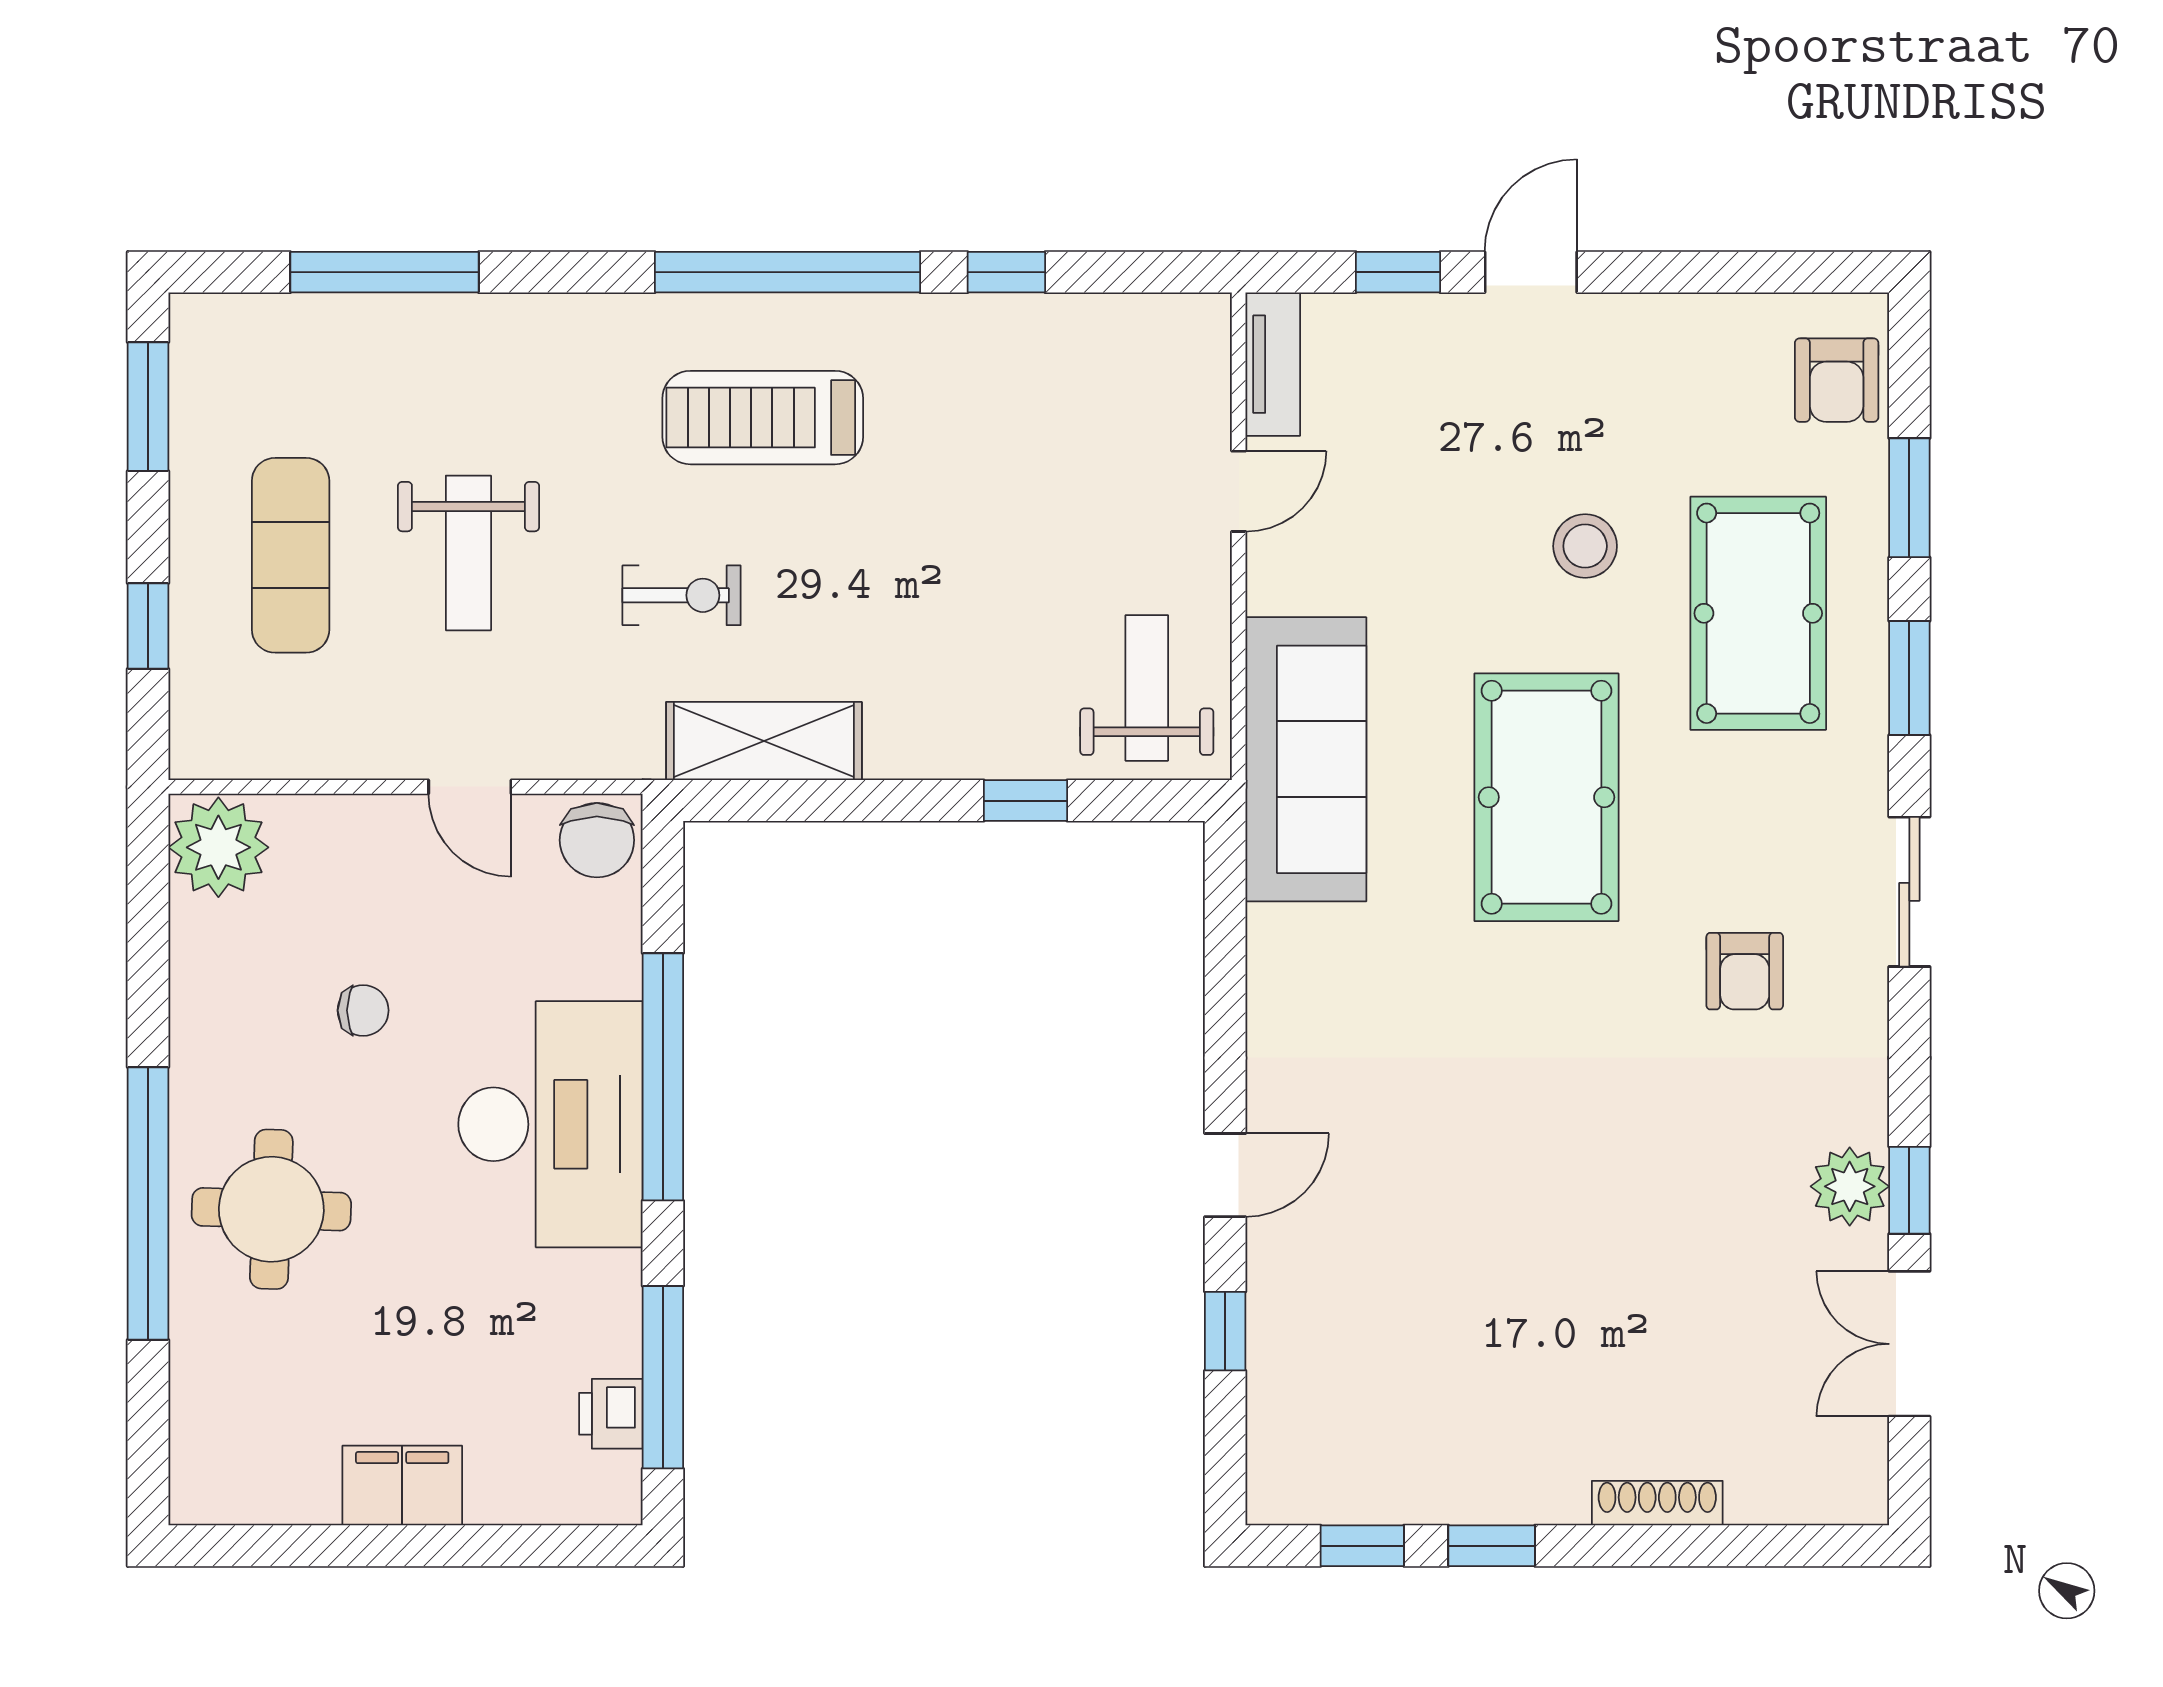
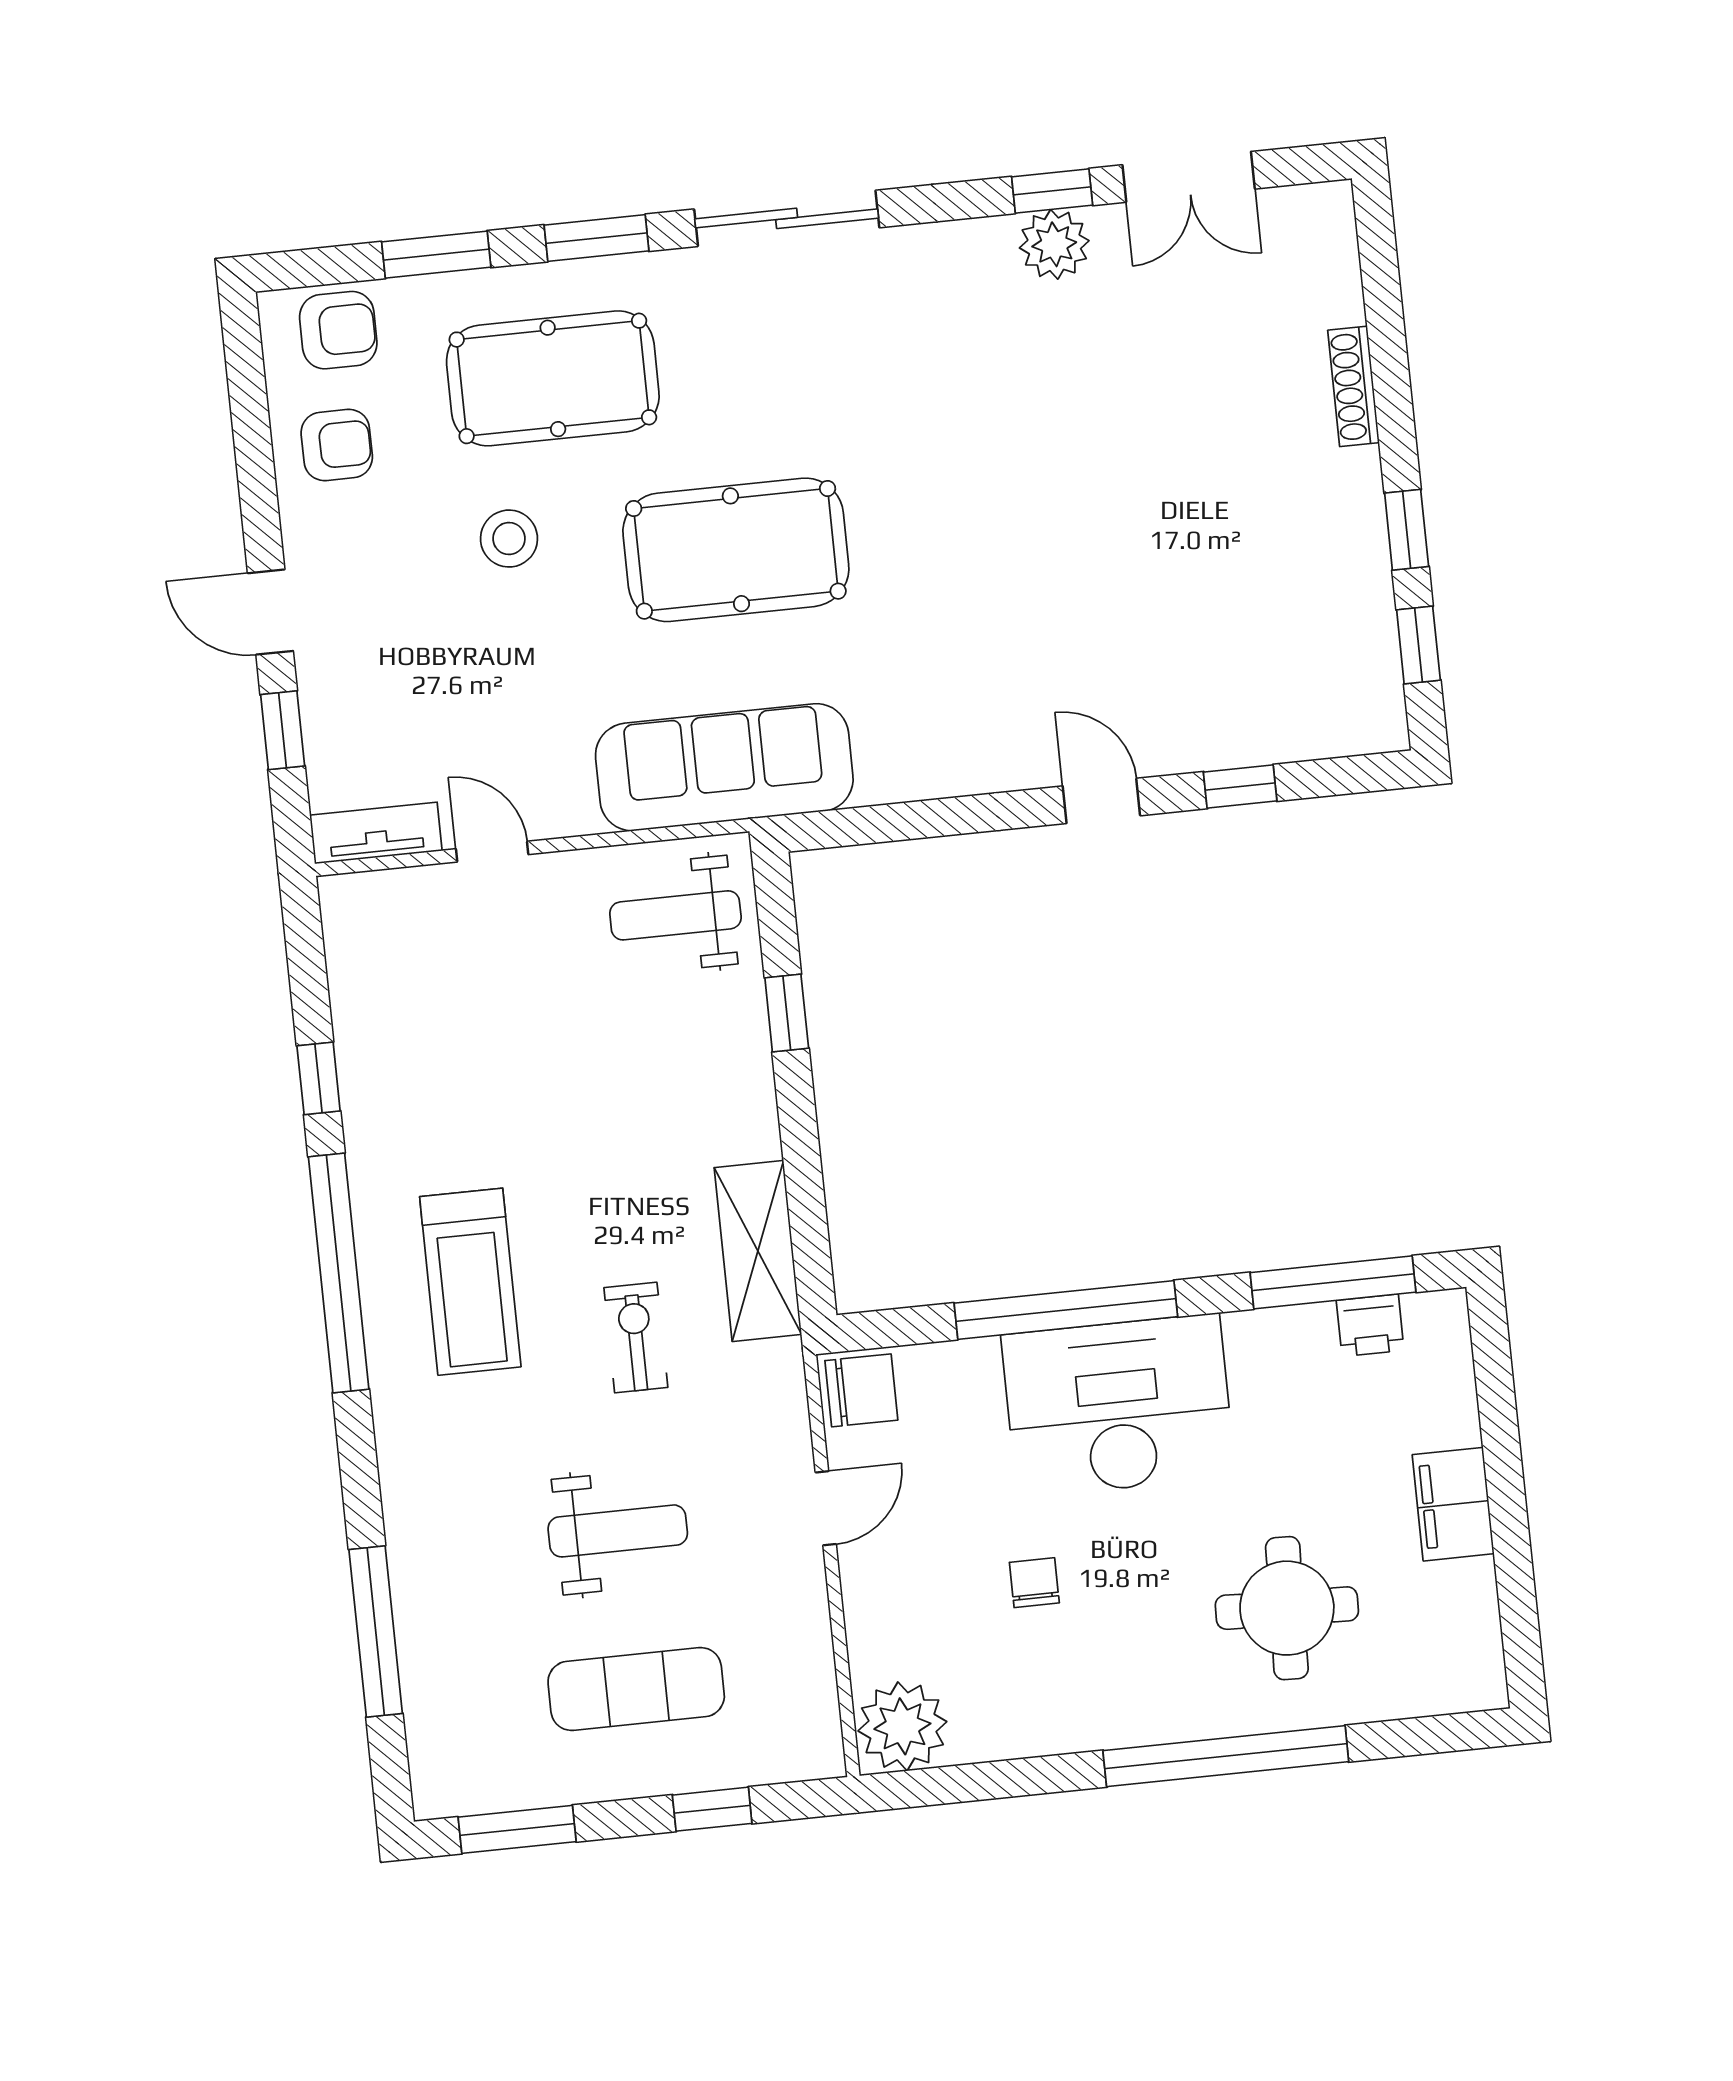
sliding door: (1909, 892) -> (787, 218), width x1.37
armchair: (1745, 971) -> (337, 445), moved
round table: (271, 1209) -> (1287, 1608), moved

